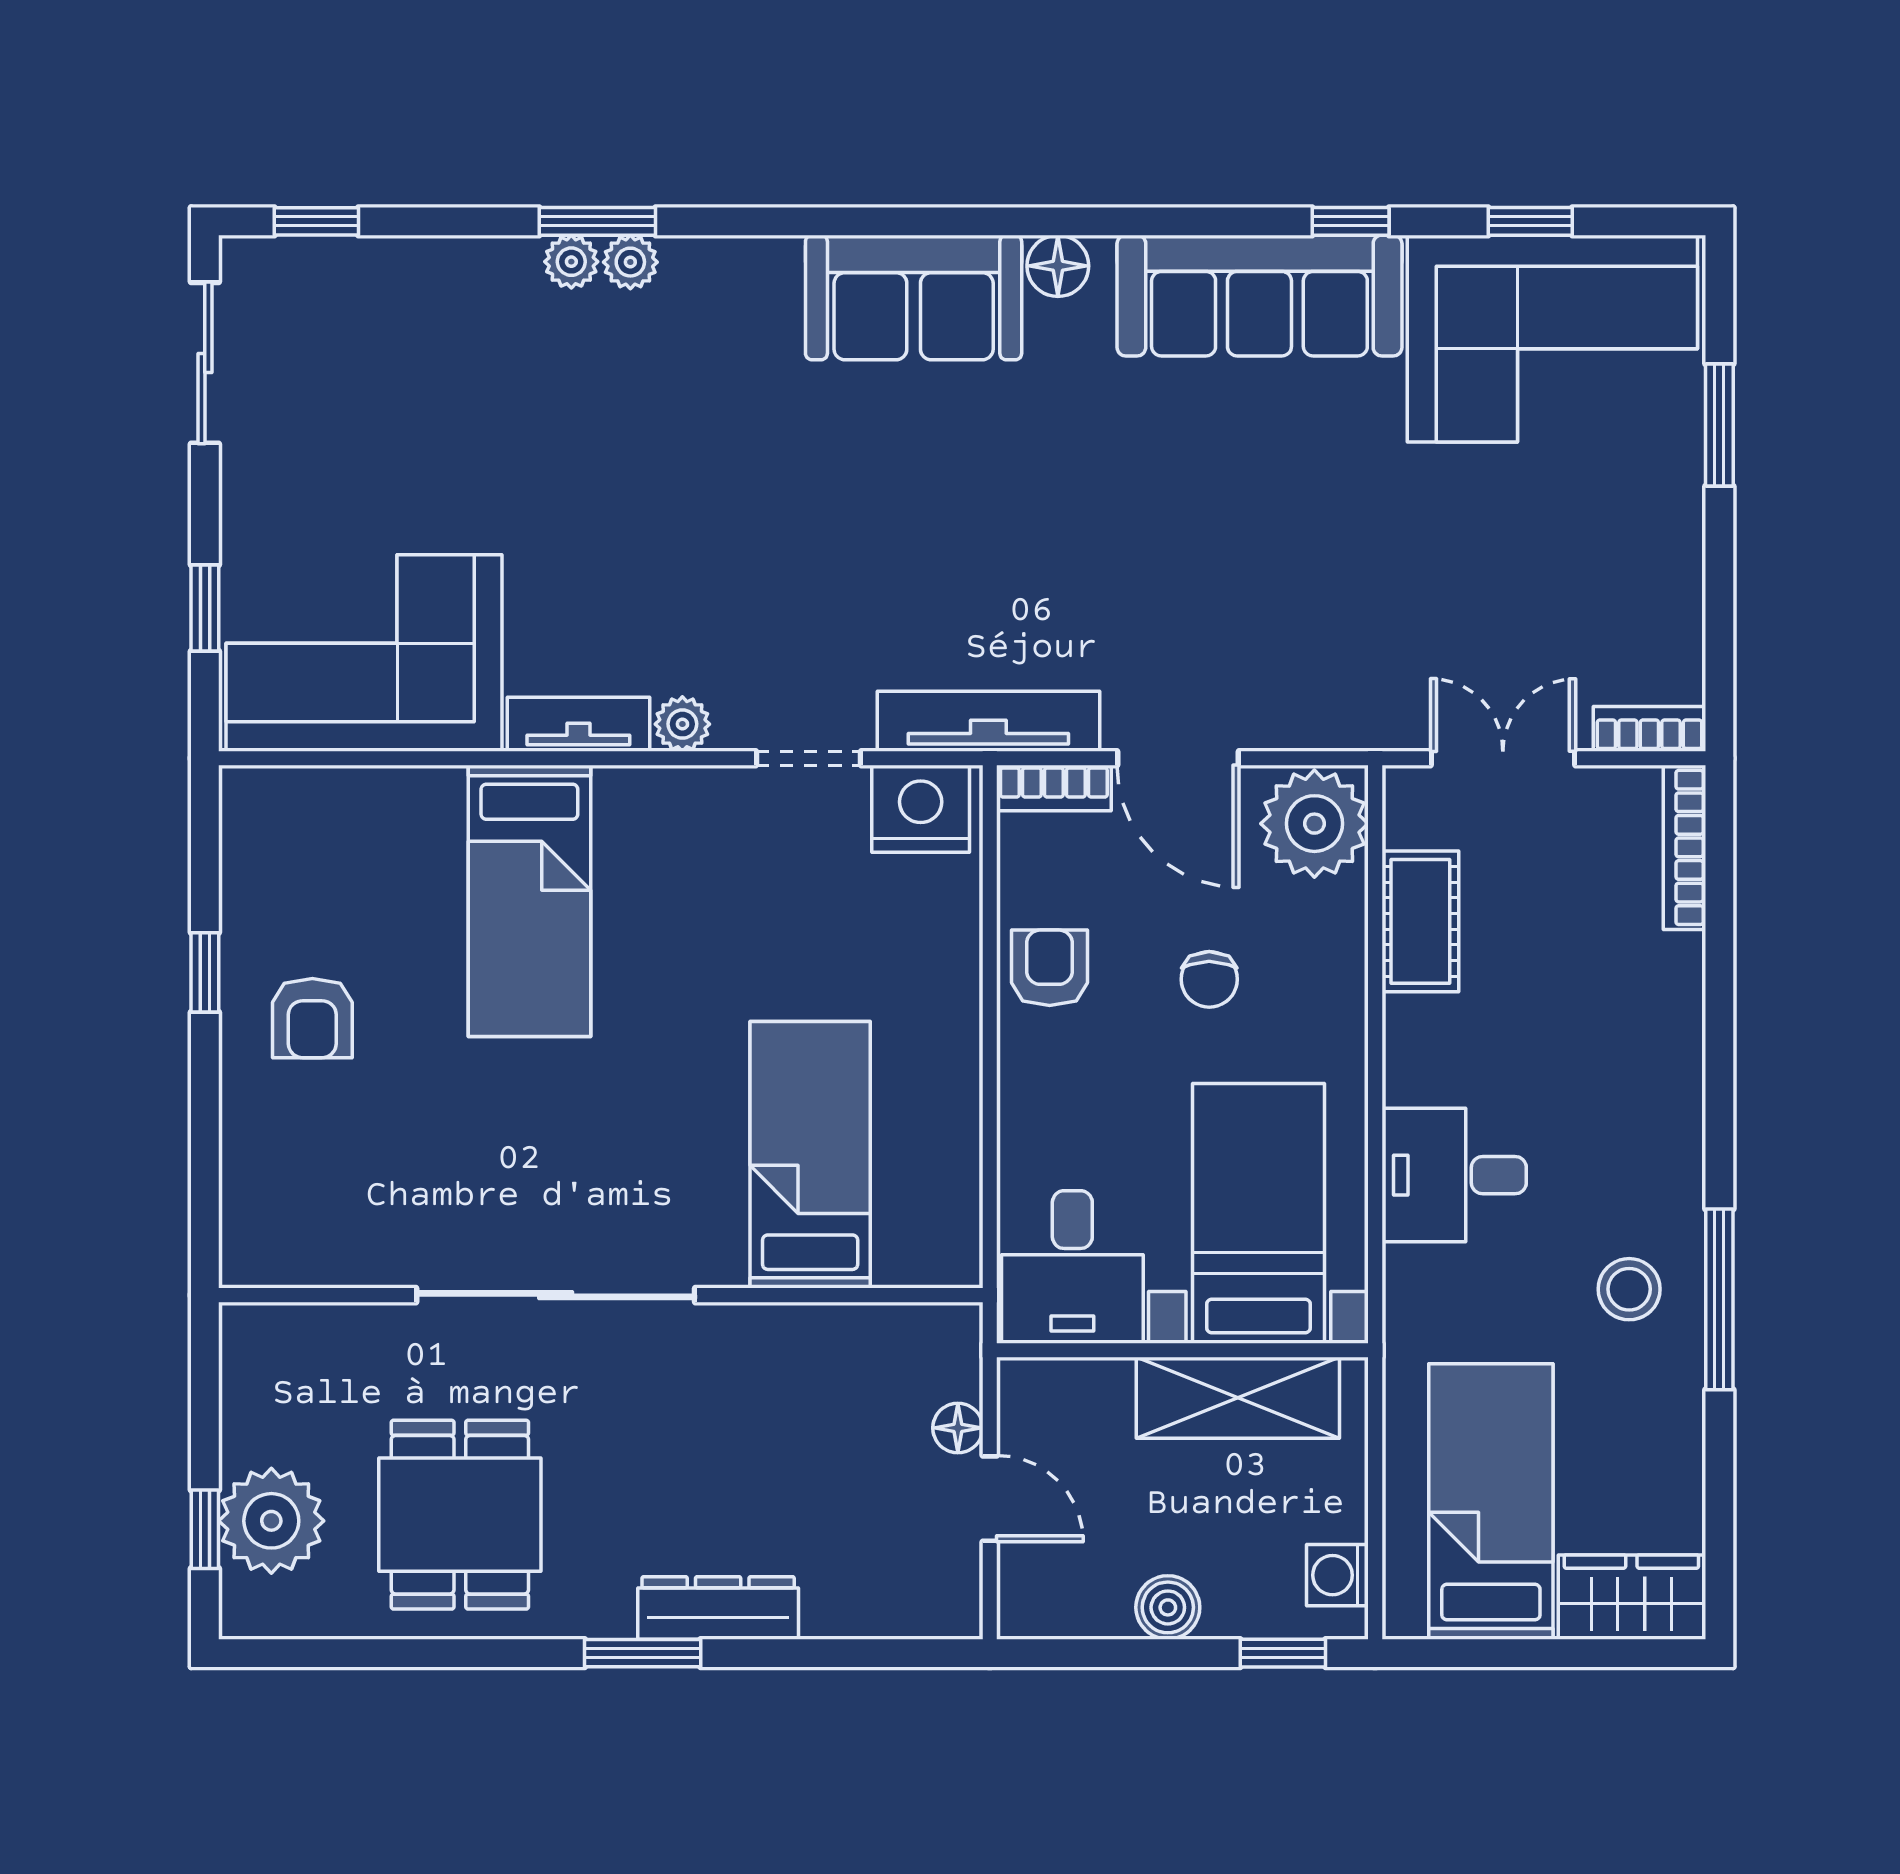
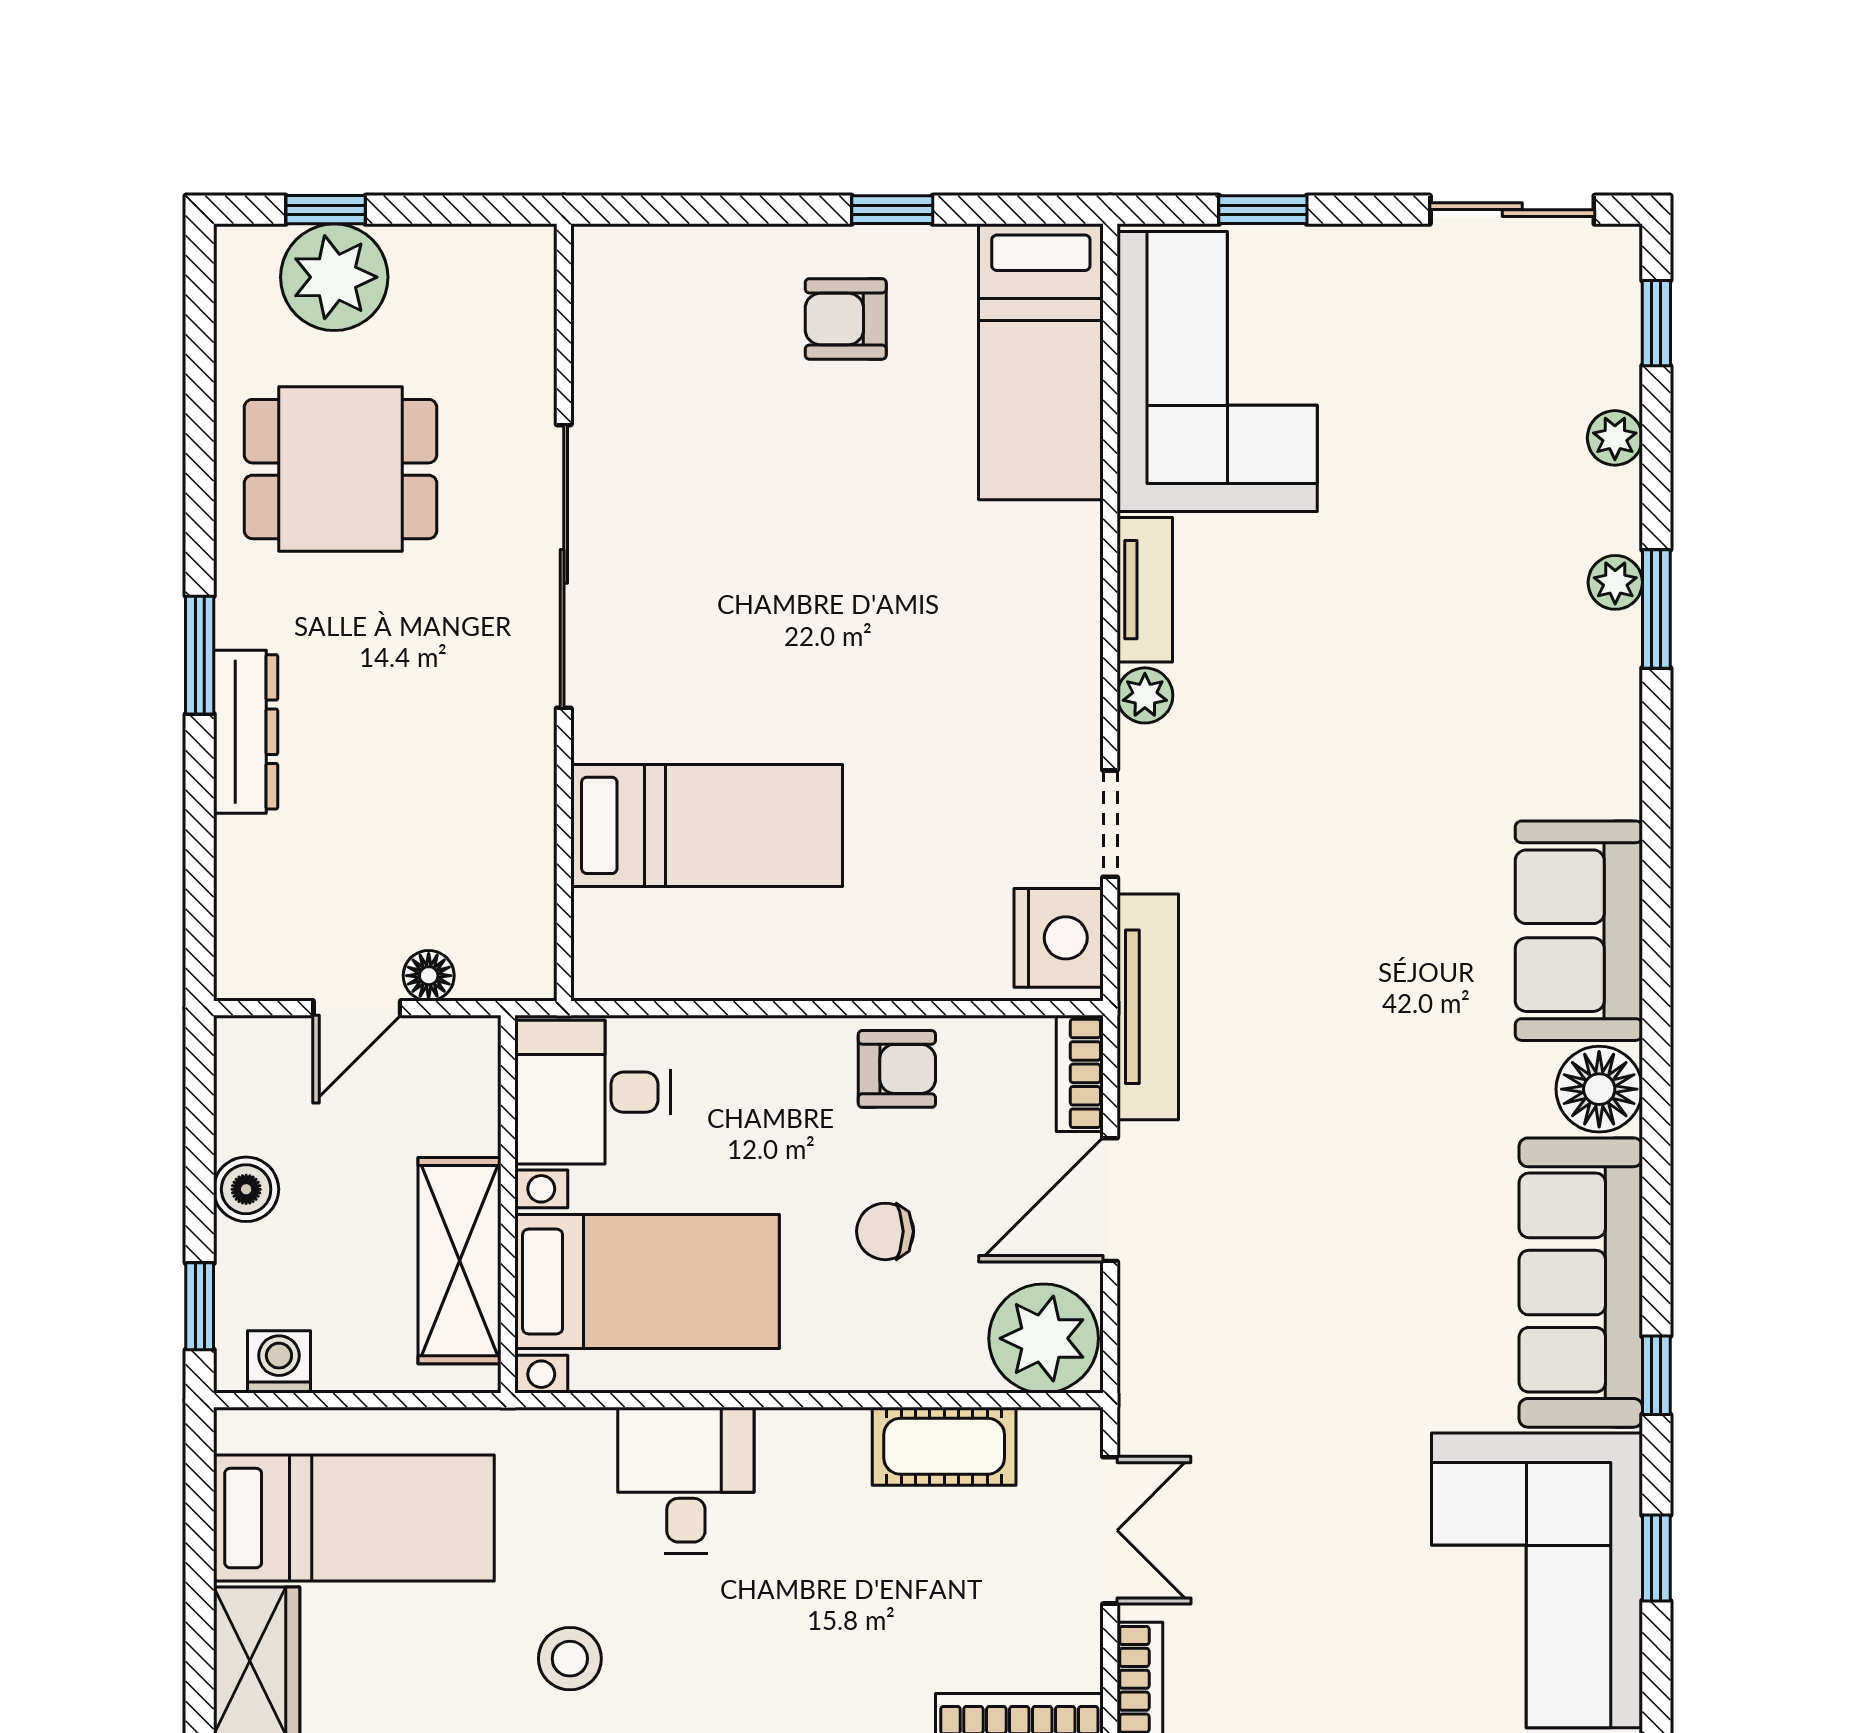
plant: (630, 262) -> (1615, 438), moved
floor lamp: (1058, 266) -> (1599, 1089), width x1.38, depth x1.38
bed: (529, 901) -> (1041, 362), moved, turned -90

